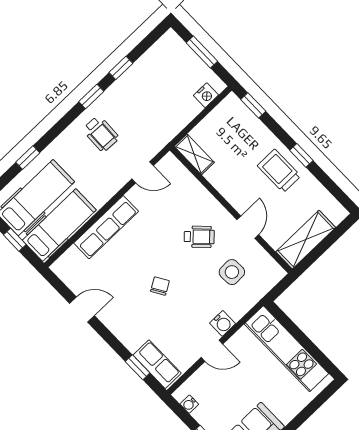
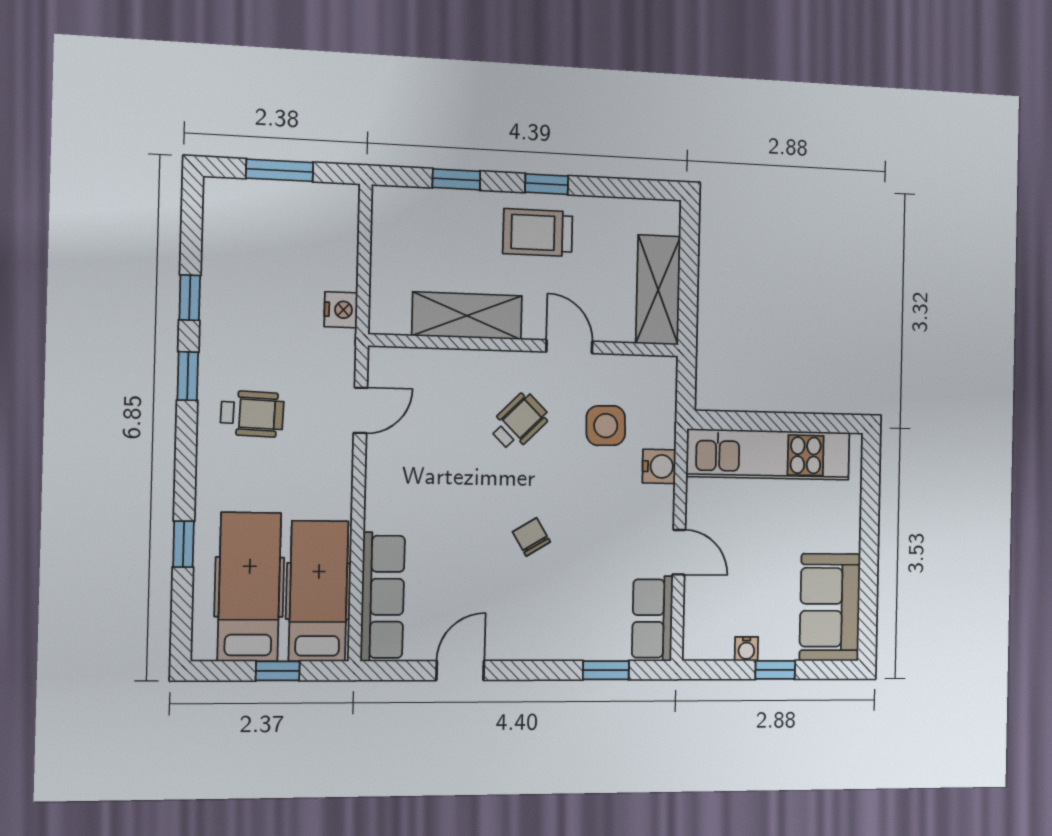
nightstand: (206, 95) -> (341, 310), moved
window: (253, 105) -> (456, 179), moved
shelving: (194, 154) -> (467, 316), moved, width x1.50, depth x1.33
row of seats: (106, 227) -> (383, 597), moved
water cooler: (223, 323) -> (659, 466), moved
door: (212, 351) -> (679, 552), hinge flipped
row of seats: (157, 364) -> (652, 618), moved, turned -90
water cooler: (189, 404) -> (746, 649), moved

